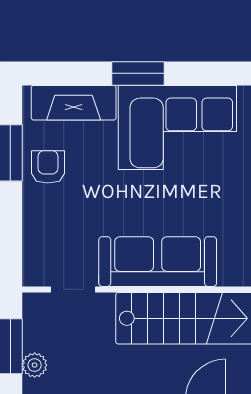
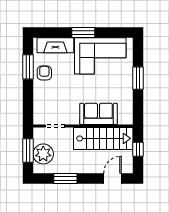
sofa: (158, 262) -> (98, 114), width x0.73
plant: (35, 365) -> (43, 154), width x1.88, depth x1.88

